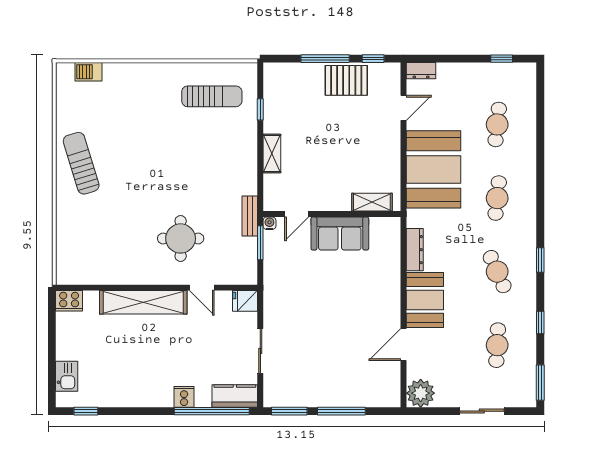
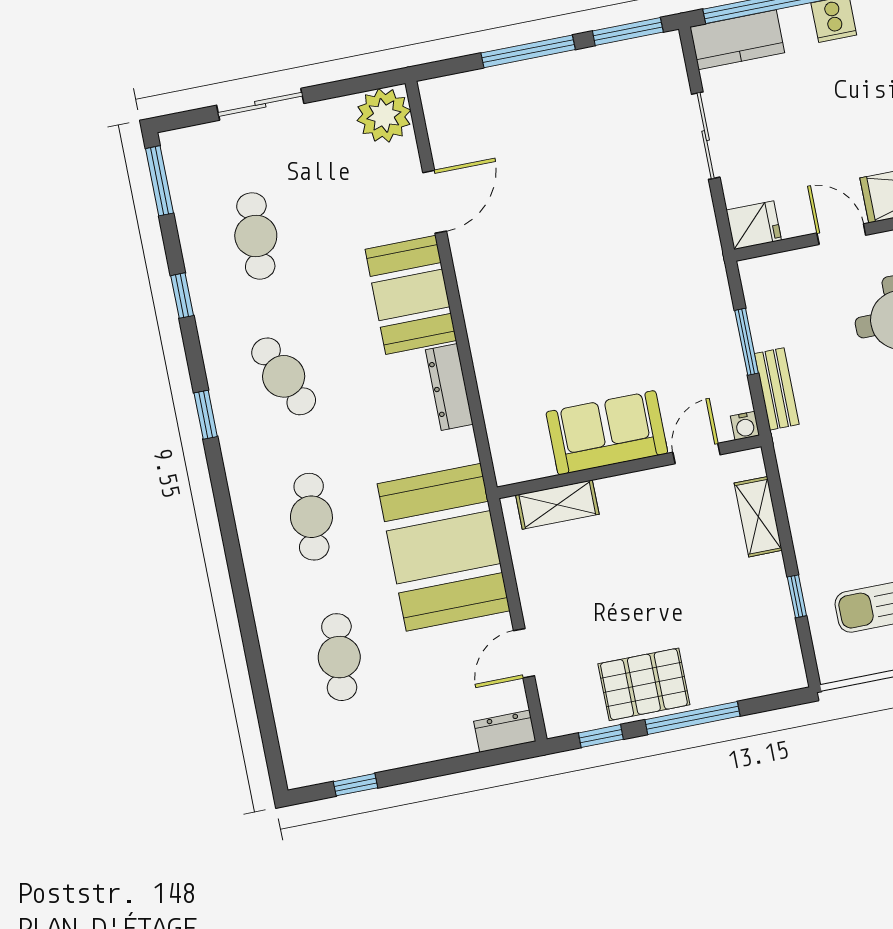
shelving: (372, 202) -> (557, 505), moved
door: (297, 214) -> (696, 454), moved
wall: (332, 214) -> (629, 467), moved
water cooler: (269, 223) -> (745, 426), moved
sofa: (340, 234) -> (607, 433), moved

